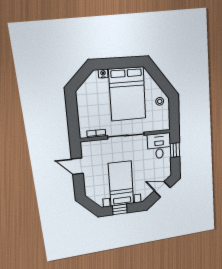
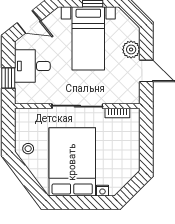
desk: (159, 146) -> (32, 66), moved, turned 90
plant: (90, 180) -> (131, 50), added

